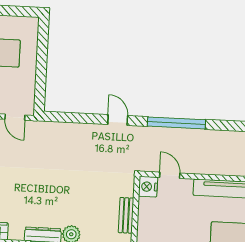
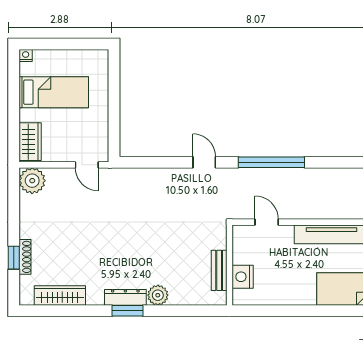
nightstand: (148, 187) -> (243, 277), moved

